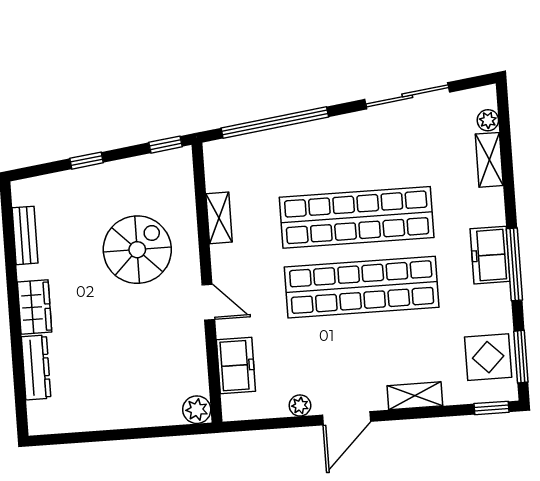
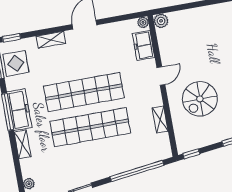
shelving: (489, 160) -> (22, 144), moved
freezer: (490, 255) -> (19, 110), width x1.40
door: (208, 302) -> (161, 76), swing flipped
plant: (300, 406) -> (143, 22), moved

